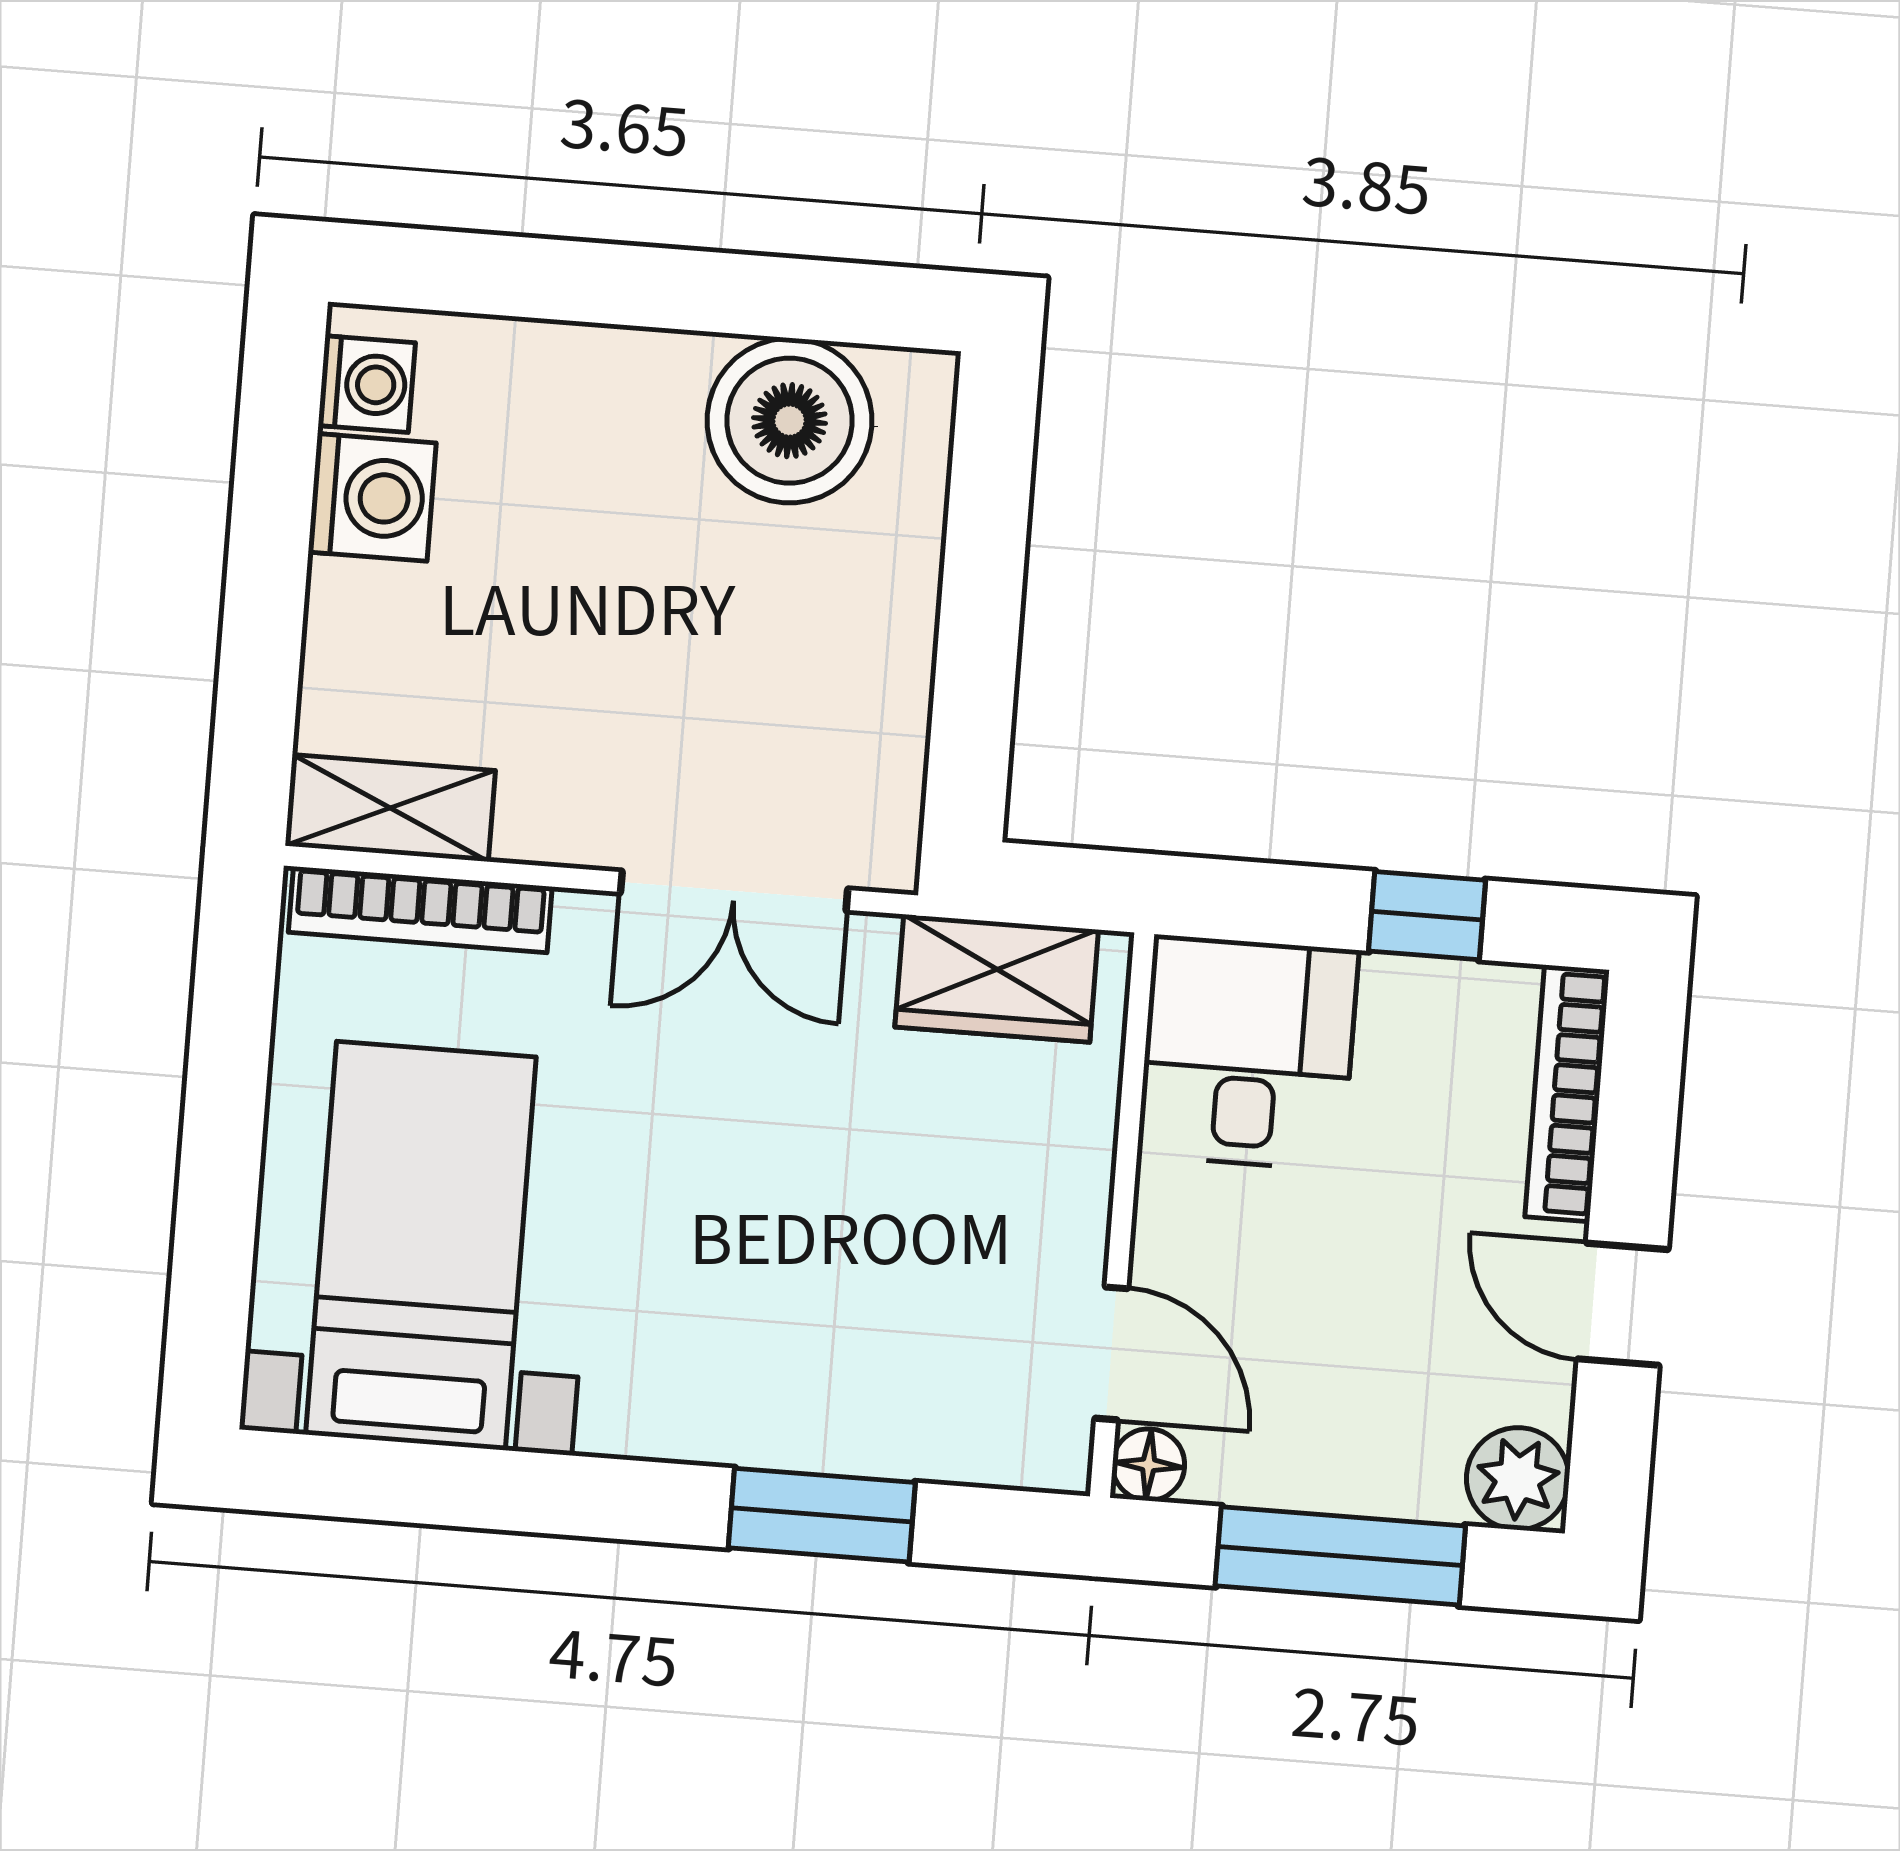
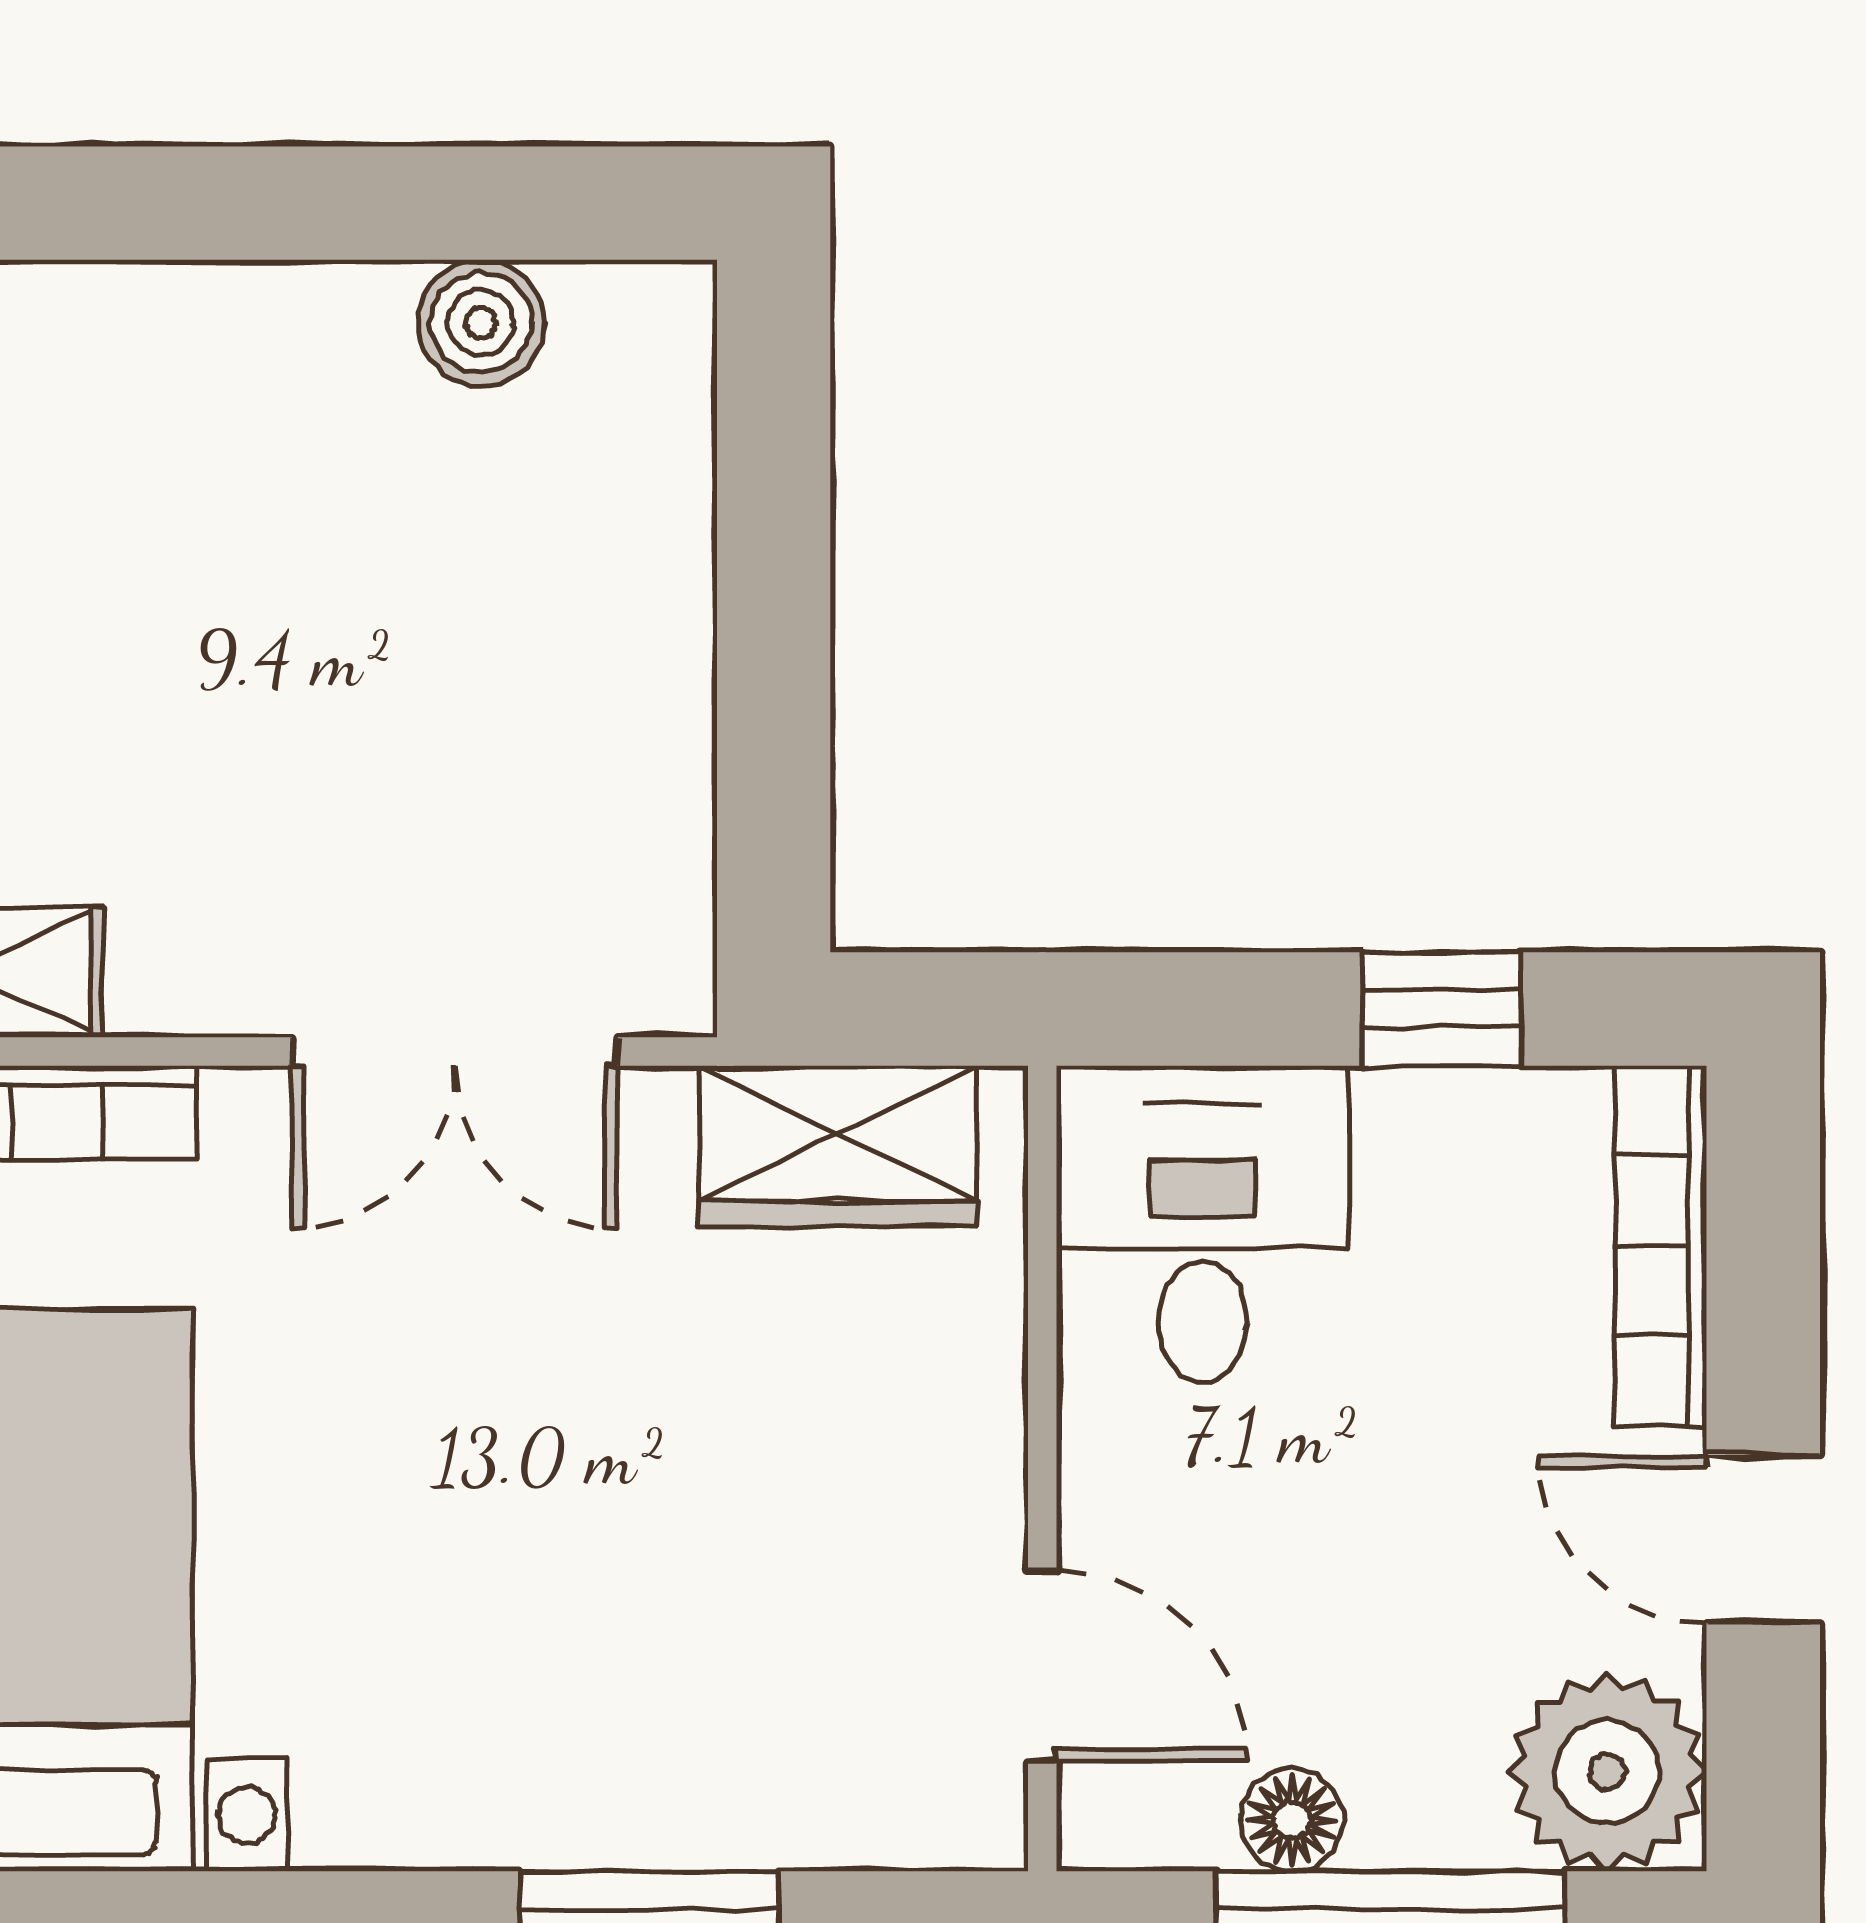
boiler: (789, 421) -> (481, 323), width x0.54, depth x0.54
floor lamp: (1149, 1465) -> (1292, 1820), moved
plant: (1518, 1479) -> (1607, 1772), width x1.36, depth x1.36

